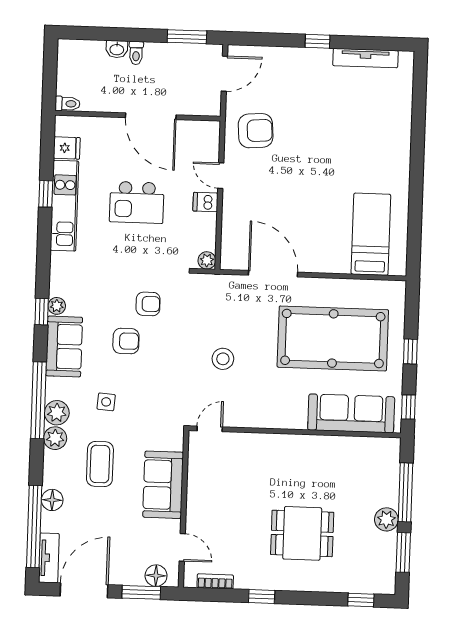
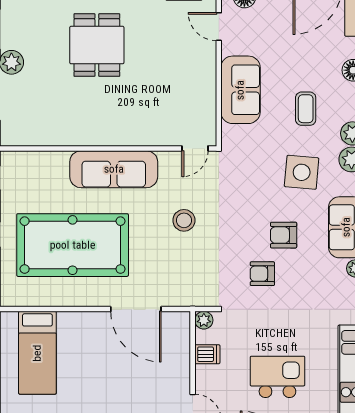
dishwasher: (205, 202) -> (207, 354), moved
side table: (106, 402) -> (302, 172), width x1.87, depth x1.87
sofa: (351, 413) -> (114, 169), moved
coffee table: (100, 464) -> (306, 109), width x0.73, depth x0.77
dining table: (302, 533) -> (97, 45), turned 90

